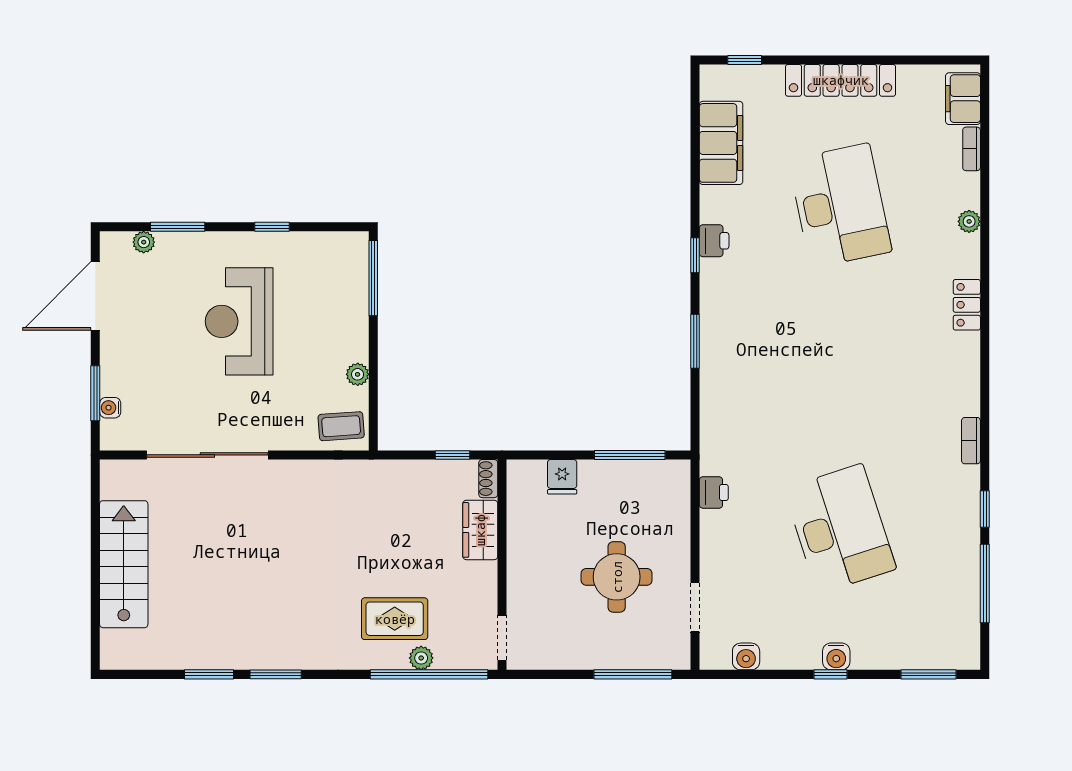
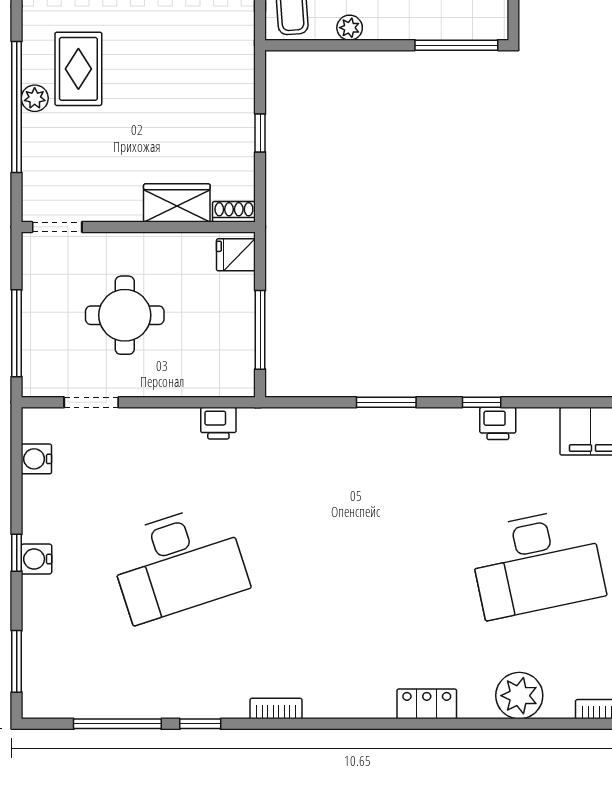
plant: (969, 221) -> (519, 696), width x1.87, depth x1.87
shoe rack: (488, 479) -> (234, 212), moved
wardrobe: (480, 530) -> (177, 203), moved
wall: (502, 565) -> (138, 227), moved
doorway: (502, 638) -> (57, 227), moved

